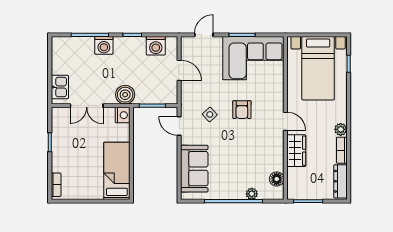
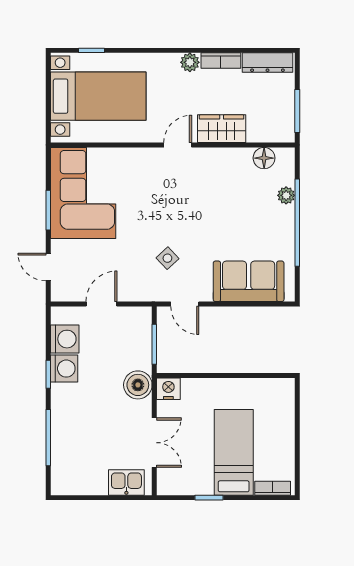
washing machine: (104, 45) -> (64, 369), moved
armchair: (242, 110) -> (160, 210), removed
door: (179, 126) -> (185, 304), hinge flipped
bed: (117, 171) -> (234, 452), moved, turned 90

